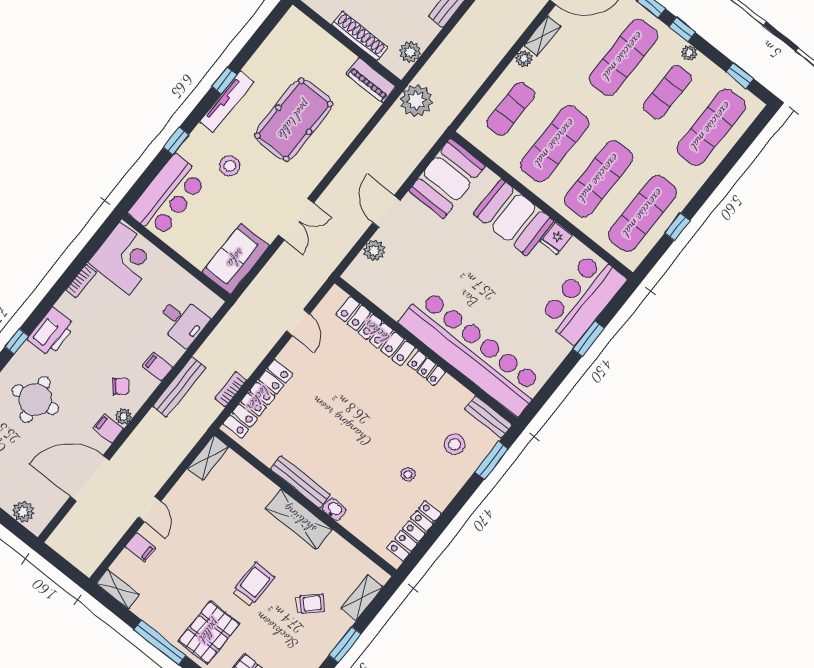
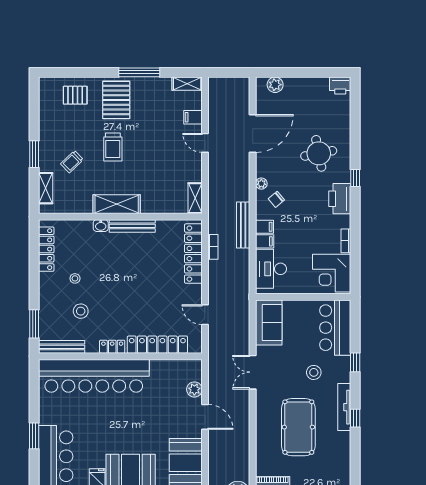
desk: (182, 321) -> (271, 269), width x1.37
bench: (488, 417) -> (62, 347), width x1.36
filing cabinet: (108, 428) -> (265, 241), moved
stool: (455, 444) -> (81, 311), moved

